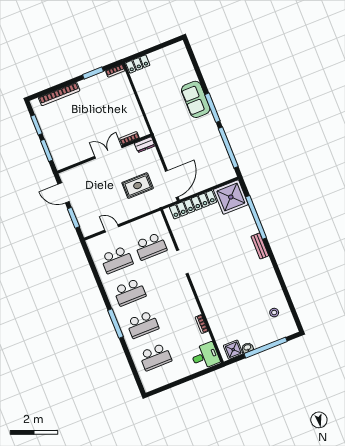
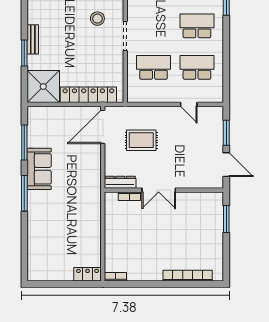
window: (93, 73) -> (141, 284), removed
sofa: (196, 99) -> (39, 169), moved
window: (36, 125) -> (226, 252), removed
dresser: (145, 145) -> (120, 182), width x1.44
window: (228, 147) -> (24, 143), width x0.68
window: (256, 217) -> (24, 53), width x0.47
bench: (260, 246) -> (33, 39), moved
stool: (210, 267) -> (97, 19), added

